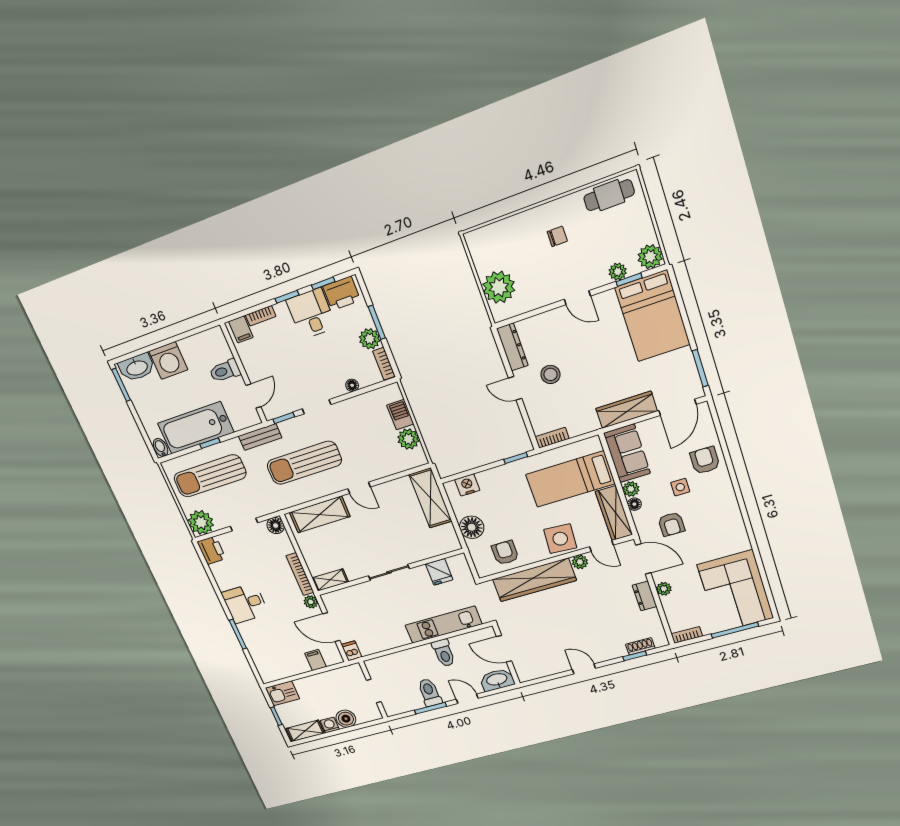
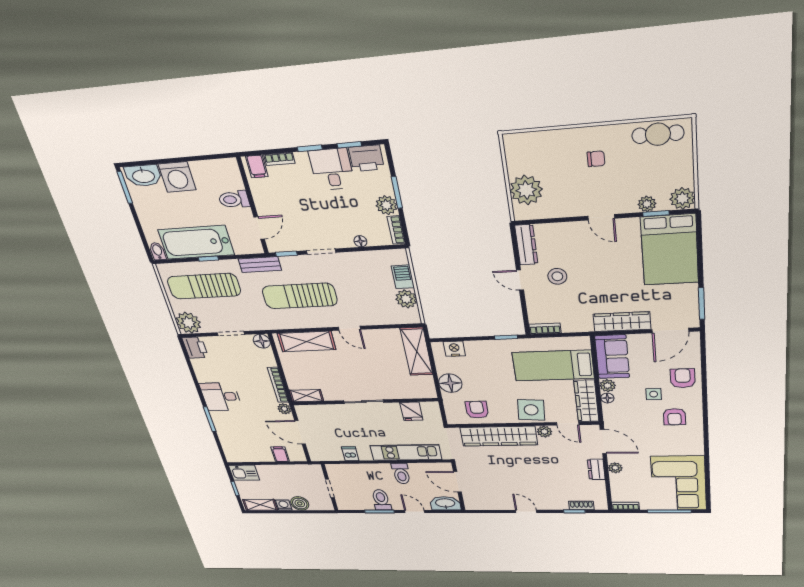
armchair: (671, 524) -> (674, 417), moved
dishwasher: (352, 651) -> (350, 454), moved

